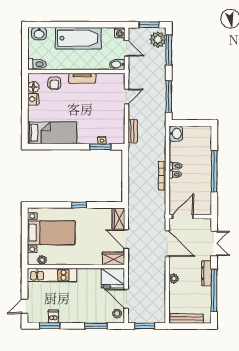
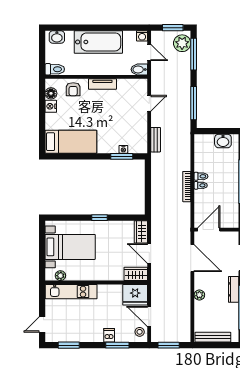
washbasin: (176, 134) -> (223, 141), moved, turned 90
dishwasher: (53, 316) -> (109, 335), moved

